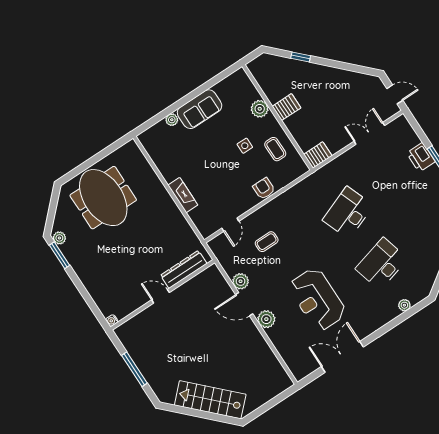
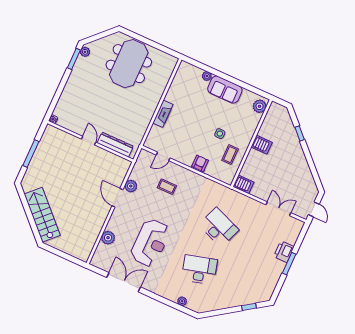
plant: (260, 109) -> (260, 106), moved
desk: (348, 213) -> (219, 227), turned 42
reception desk: (317, 299) -> (150, 243), turned 180
plant: (266, 319) -> (108, 238), moved

